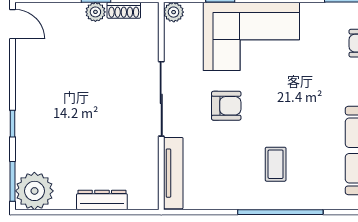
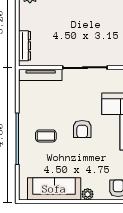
armchair: (226, 106) -> (82, 129), moved
dresser: (102, 200) -> (25, 46), moved

